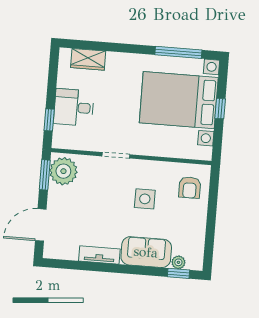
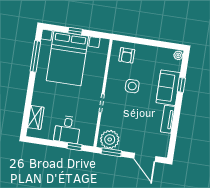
armchair: (190, 188) -> (127, 55), turned 90
plant: (178, 262) -> (178, 55), moved
window: (178, 273) -> (181, 85), moved

